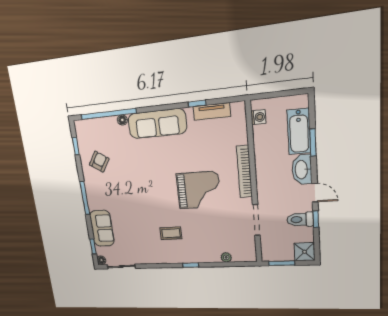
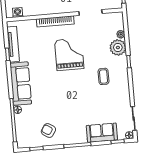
tv unit: (212, 111) -> (13, 44), width x1.41
plant: (209, 253) -> (118, 48), added

